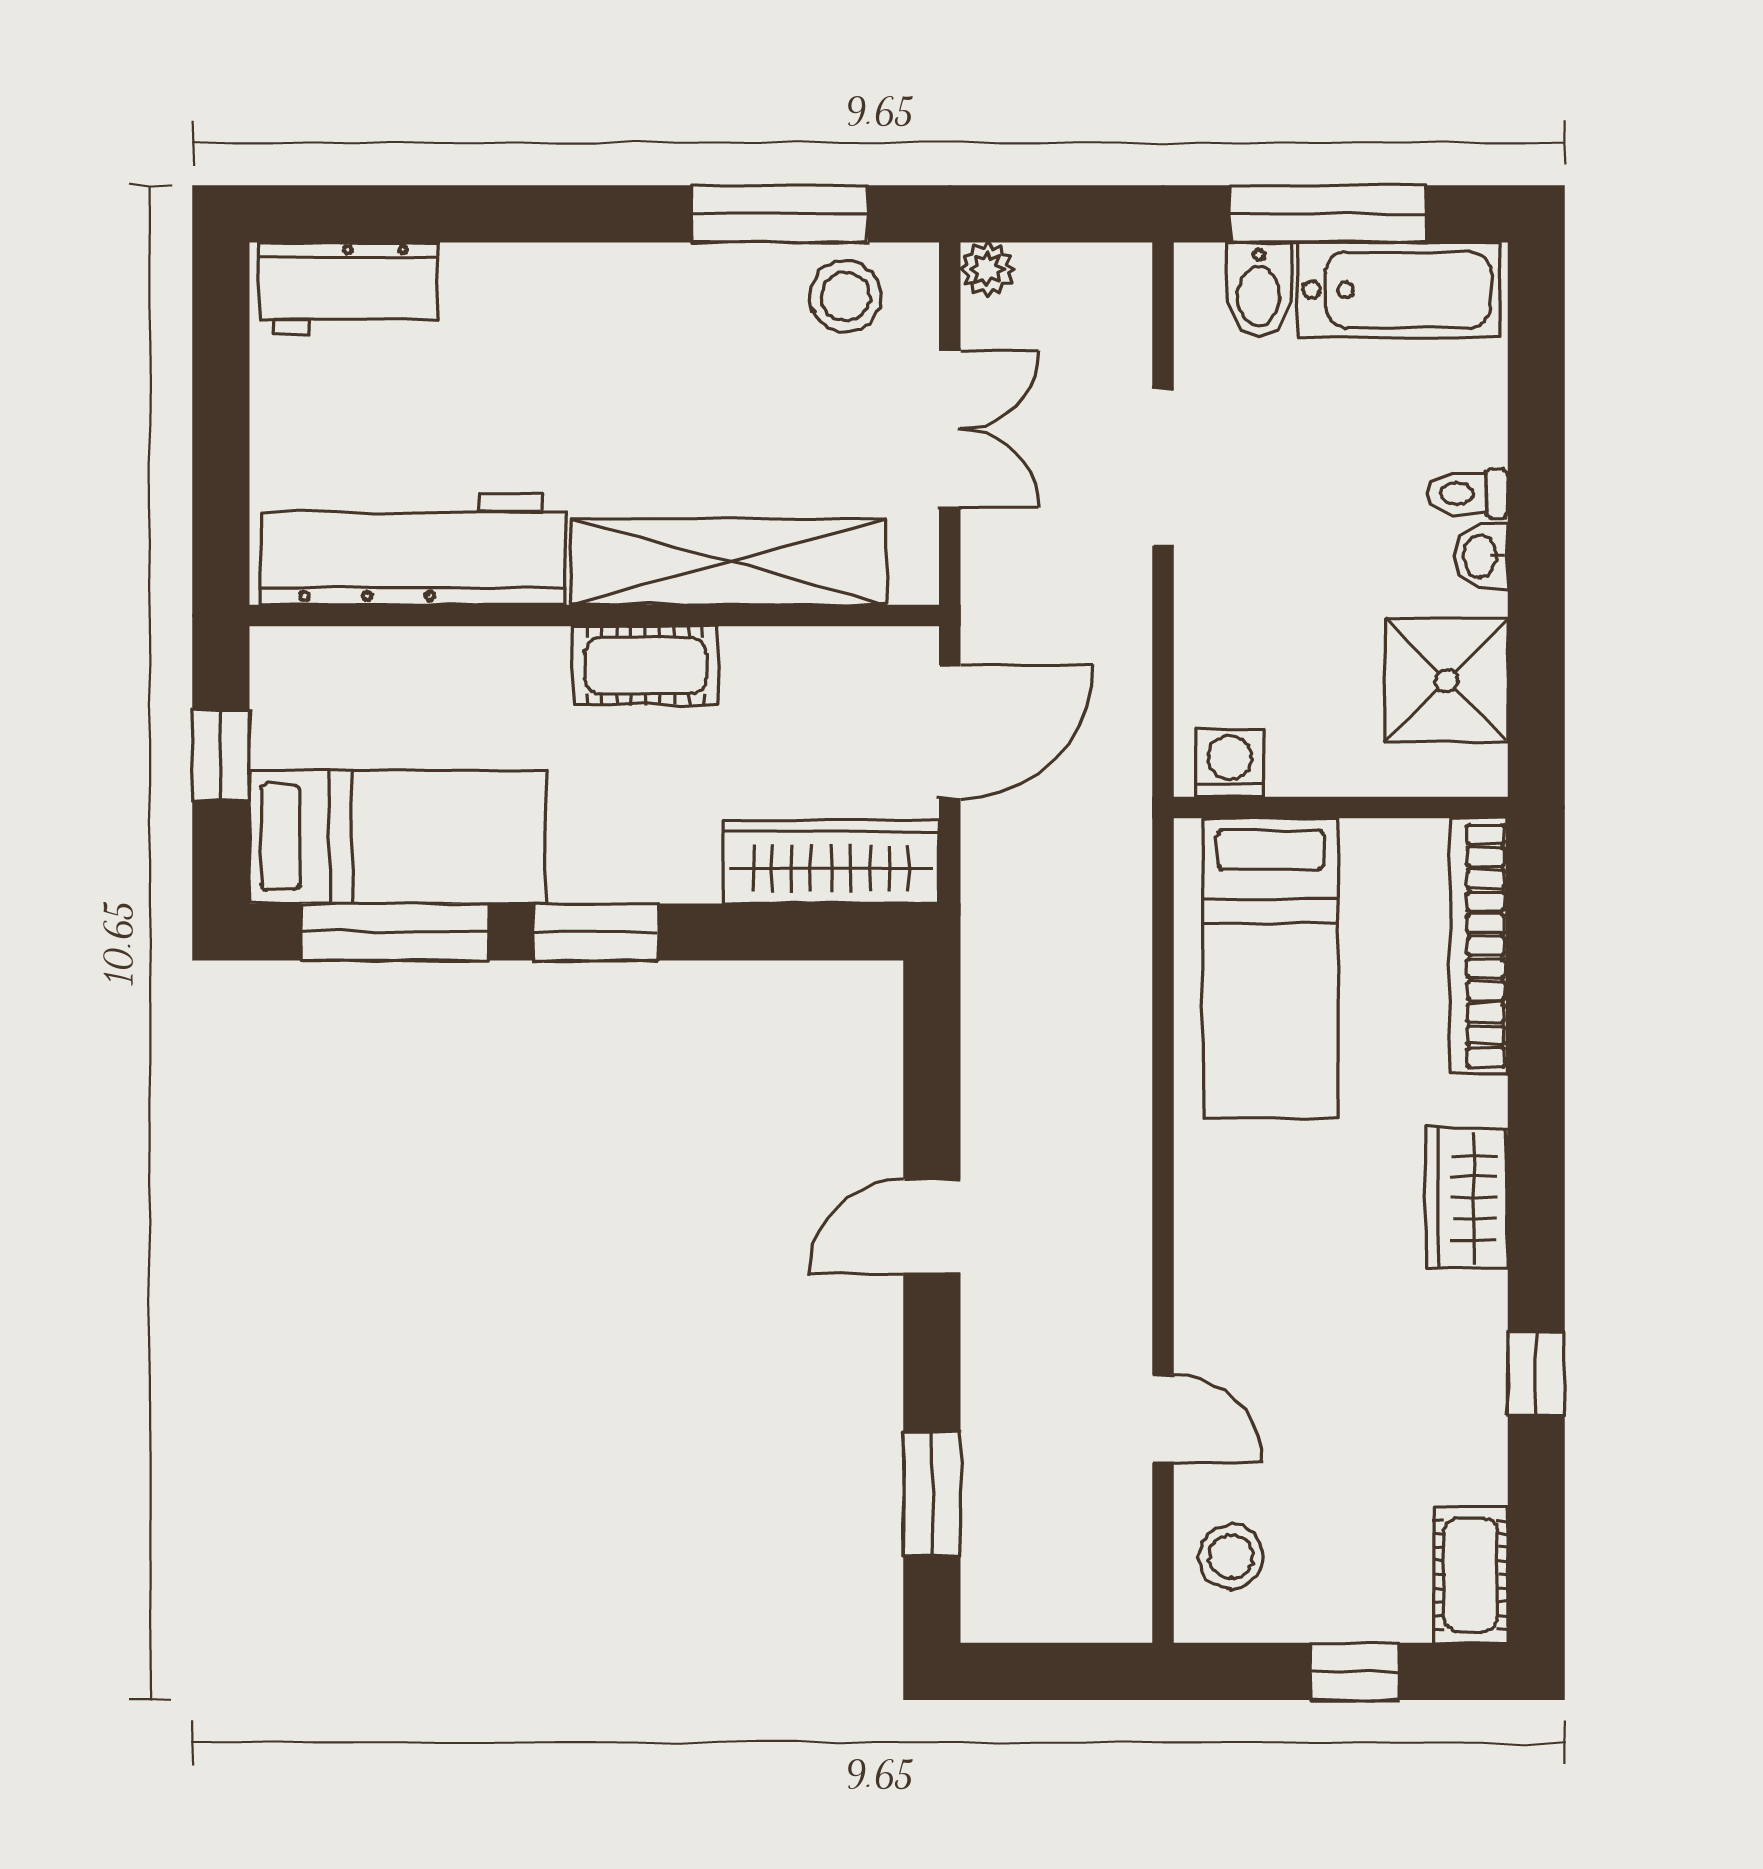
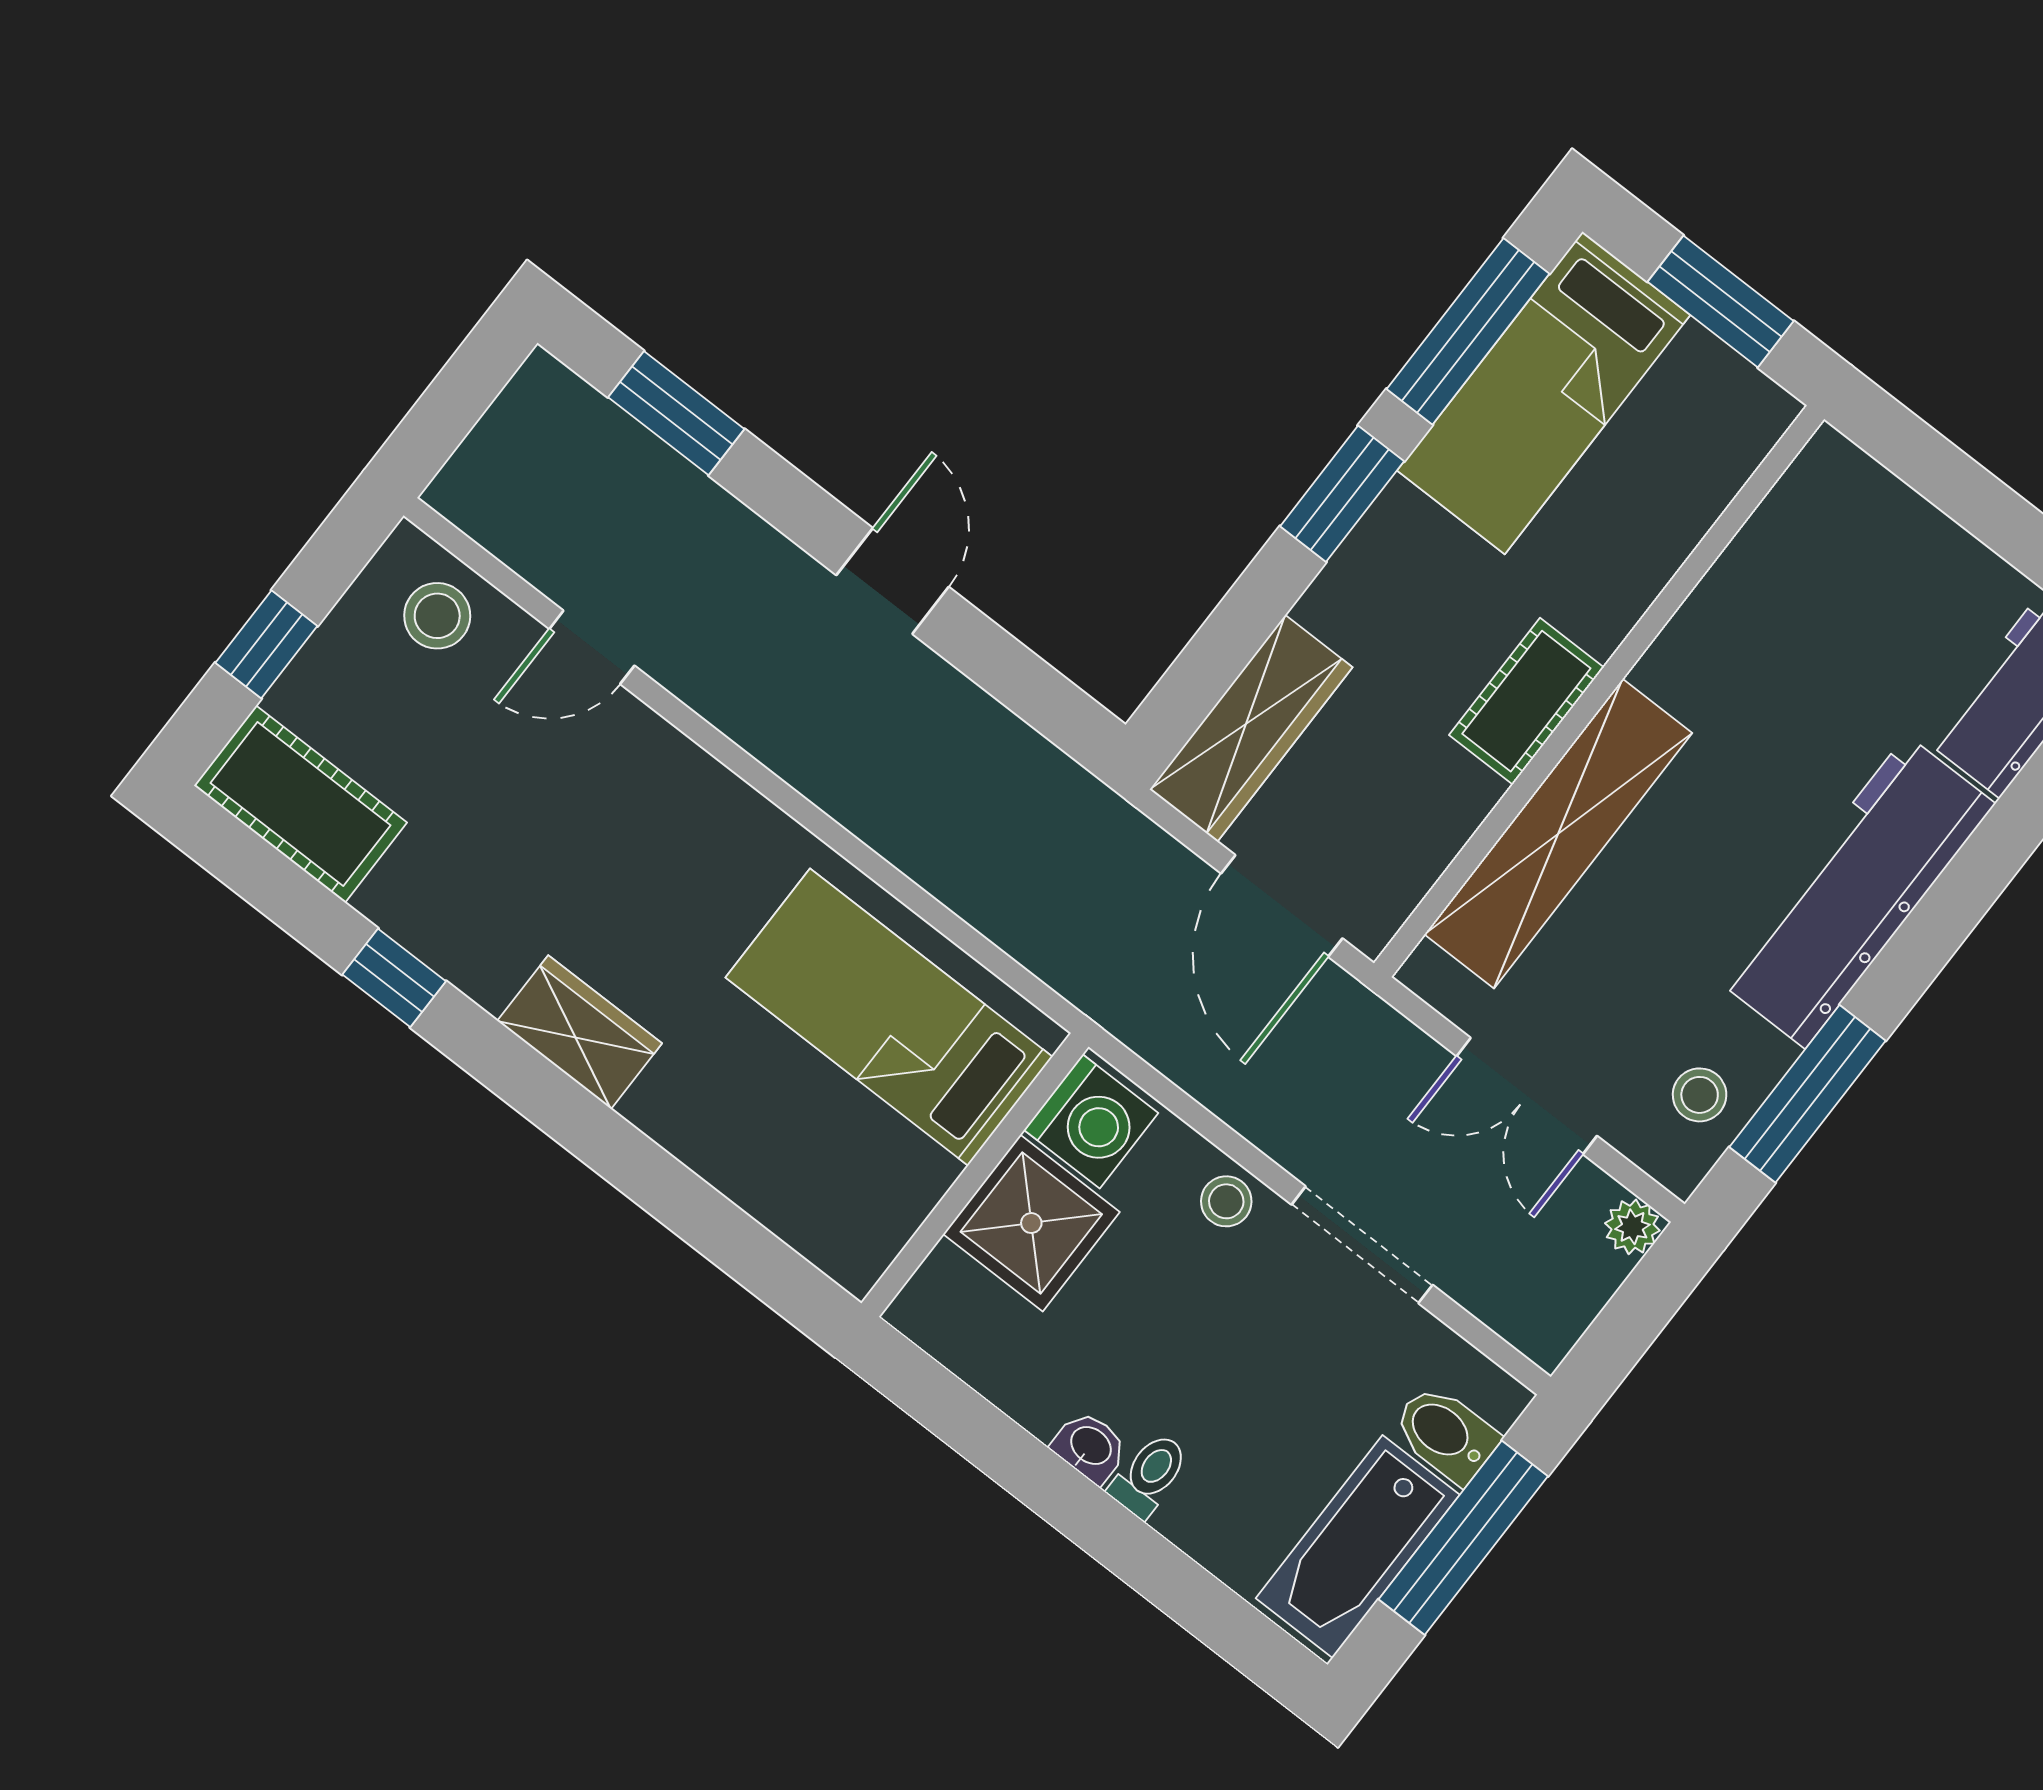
stool: (845, 297) -> (1700, 1095), width x0.73, depth x0.73
workbench: (413, 550) -> (1856, 892), moved, turned 180
stool: (1211, 598) -> (1226, 1201), added
shower: (1446, 681) -> (1031, 1223), moved
window: (221, 755) -> (1721, 301), width x1.50
washing machine: (1230, 763) -> (1091, 1121), width x1.38, depth x1.38
bookcase: (1479, 946) -> (776, 1200), removed
cot: (1471, 1575) -> (300, 804), width x1.37, depth x1.34

